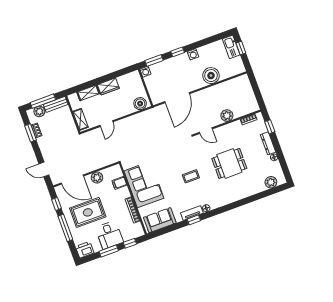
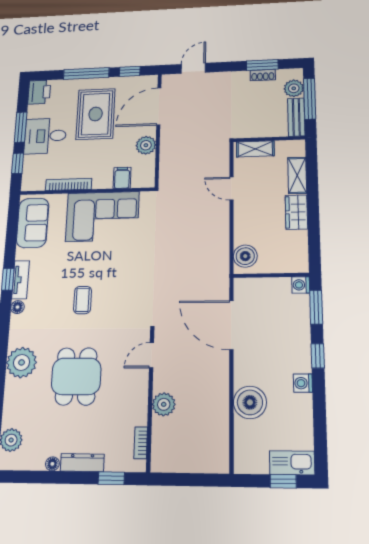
plant: (233, 194) -> (22, 362), added

